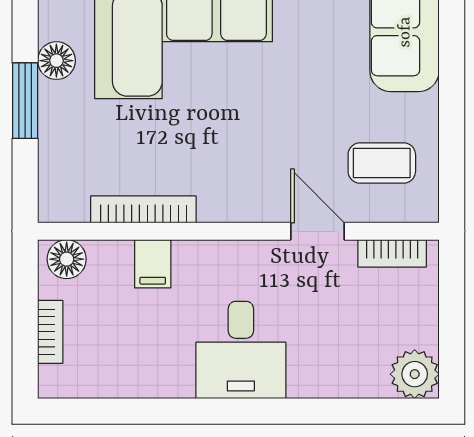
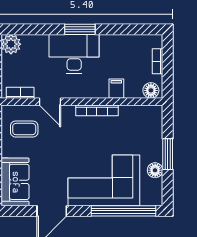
bookcase: (143, 209) -> (97, 110), moved
desk: (241, 350) -> (74, 54), width x1.37
window: (243, 411) -> (80, 29), added

